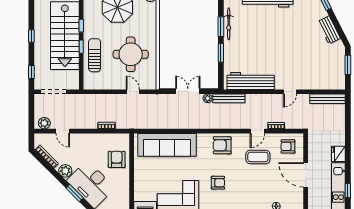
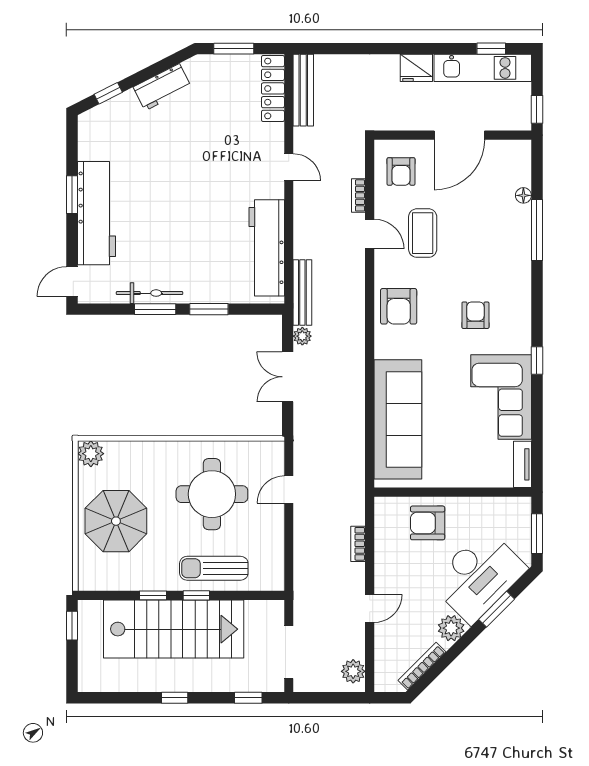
locker: (328, 84) -> (273, 88), added
door: (63, 131) -> (370, 608), moved

